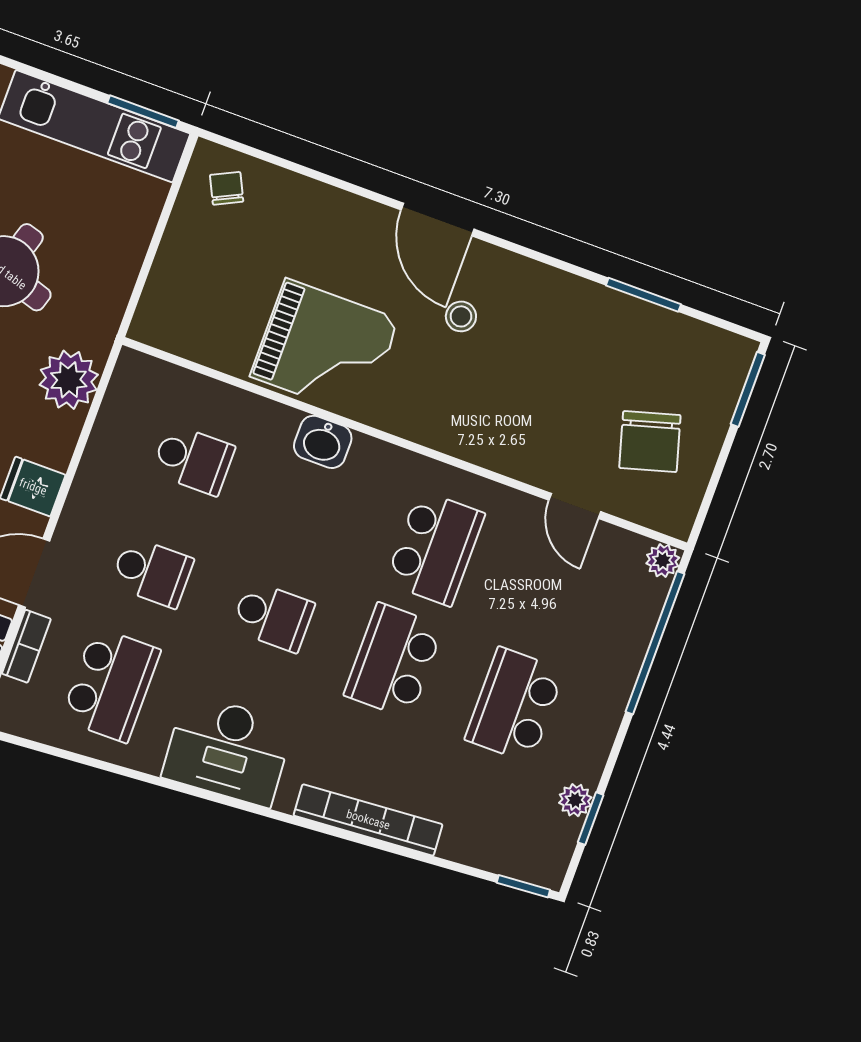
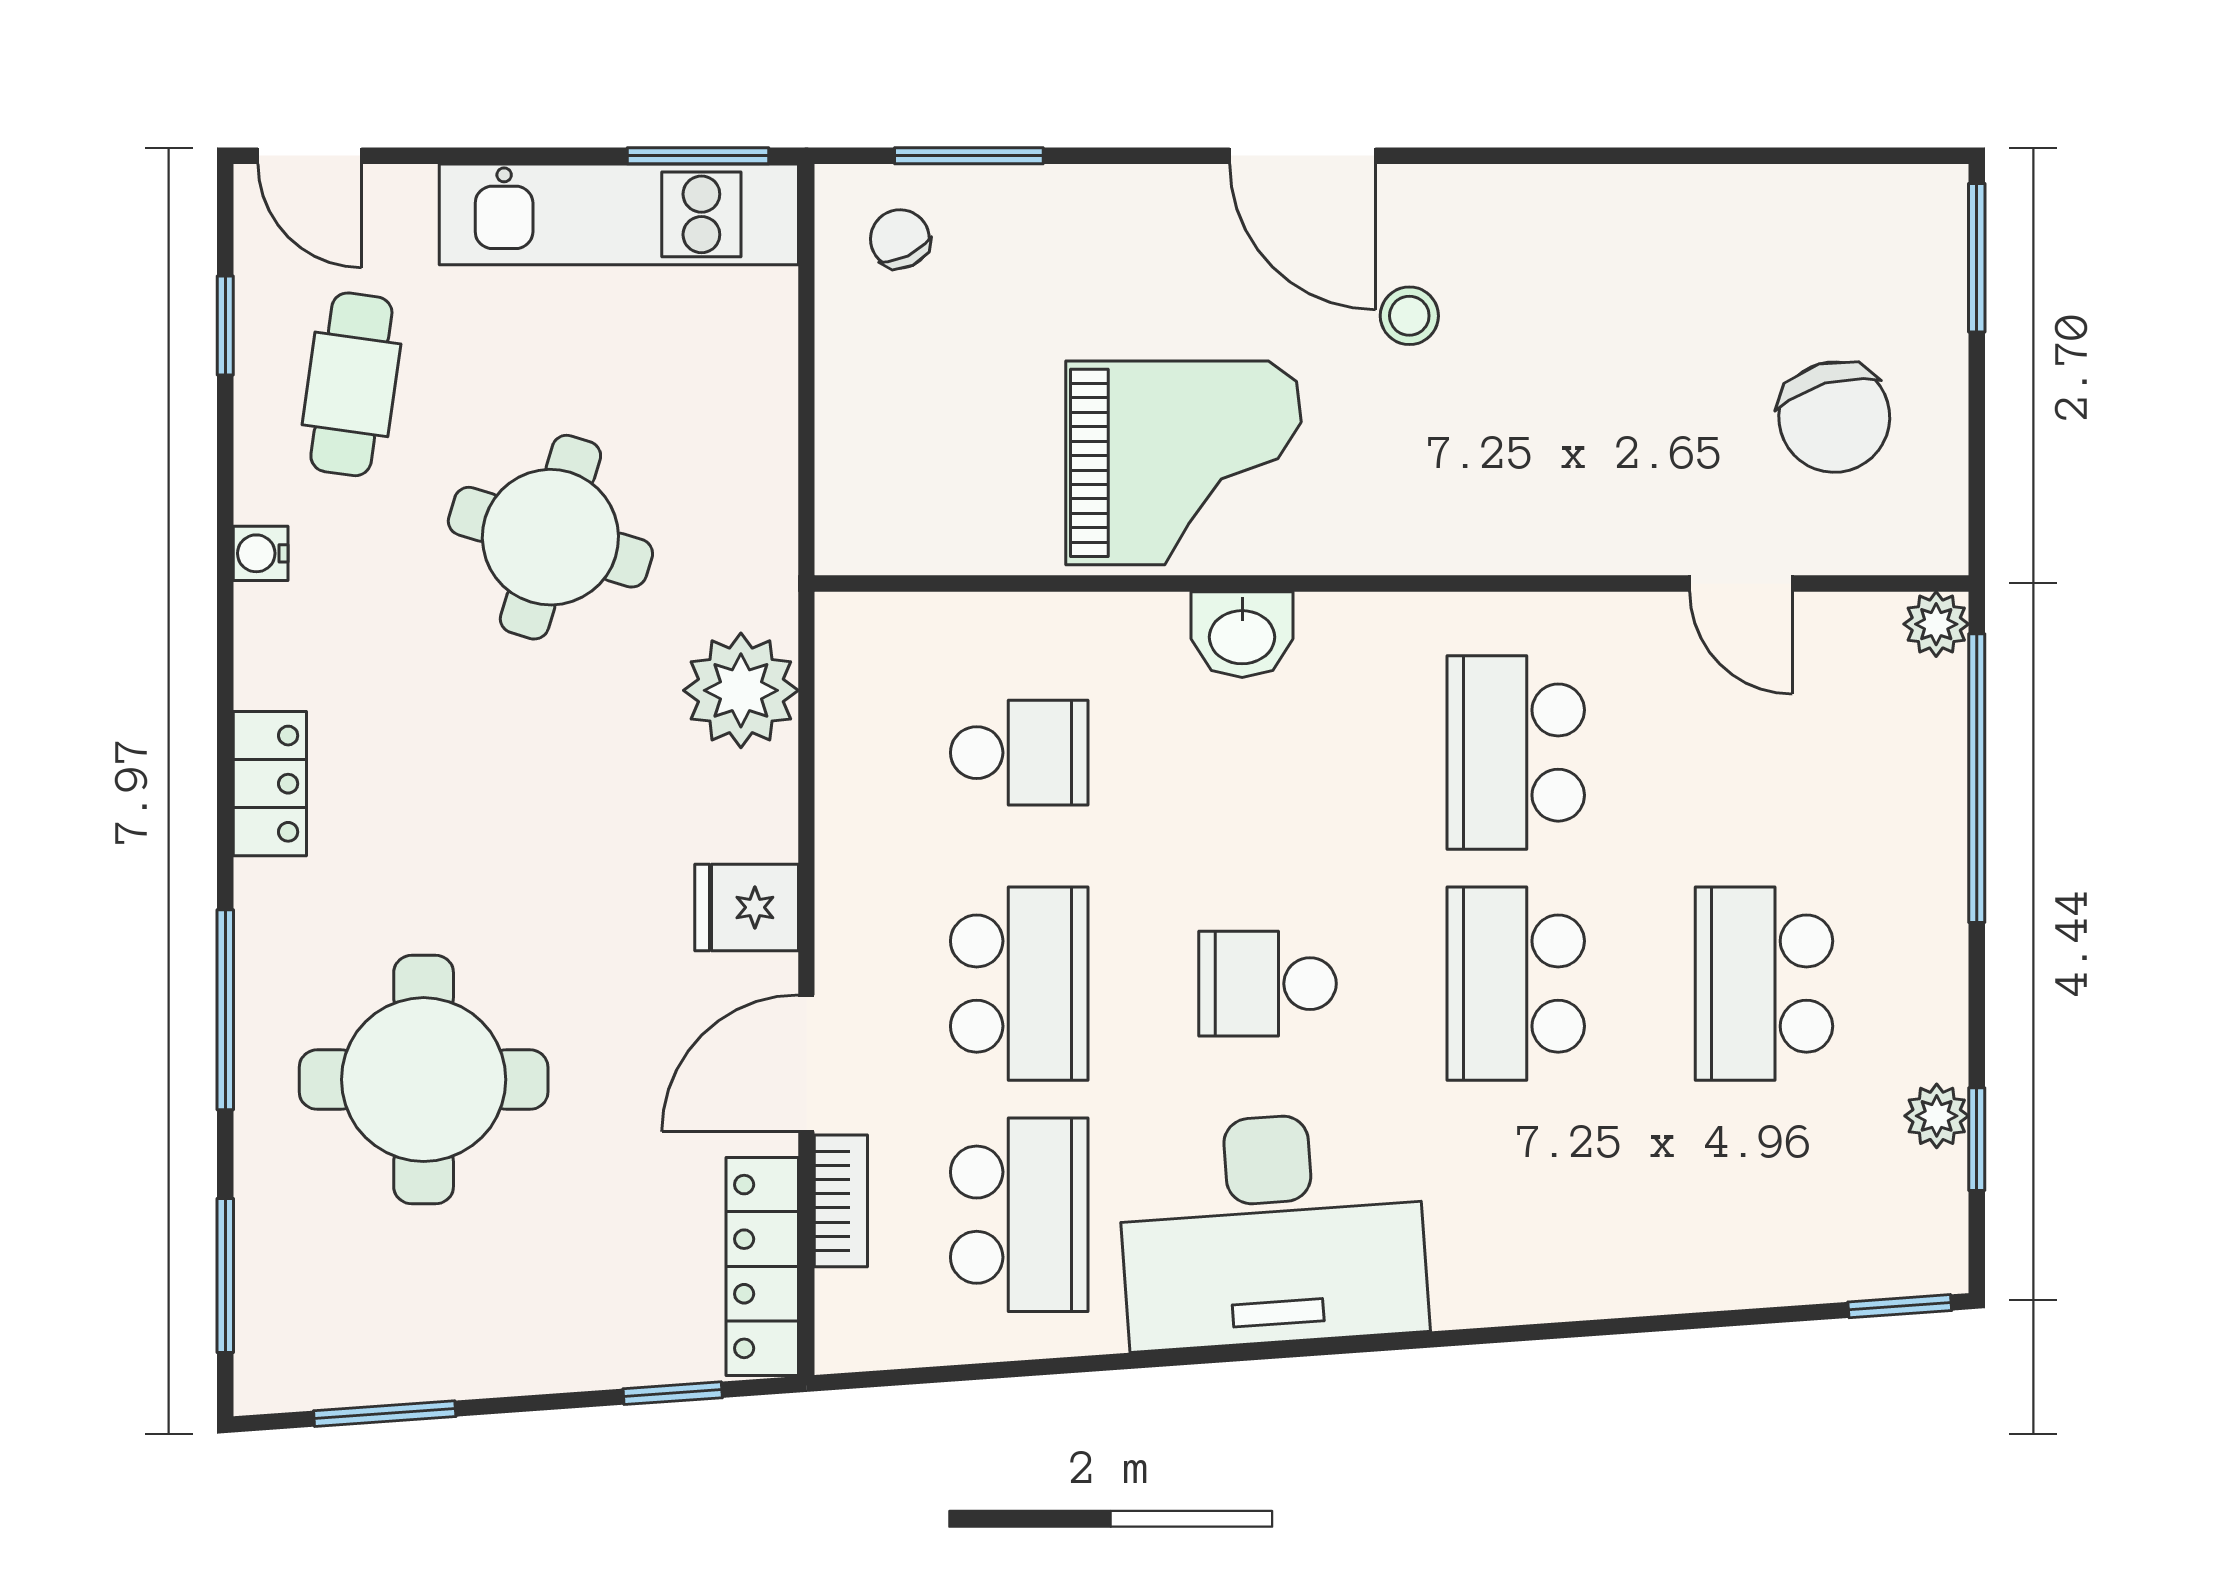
window: (643, 295) -> (969, 156), moved
school desk: (435, 548) -> (1516, 753), turned 180
school desk: (152, 572) -> (1019, 984), width x1.85
school desk: (273, 616) -> (1267, 984), turned 180
desk: (228, 750) -> (1272, 1230), width x1.36, depth x1.30
bookcase: (368, 820) -> (1575, 1289), removed

